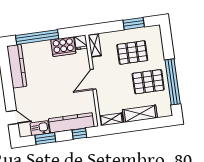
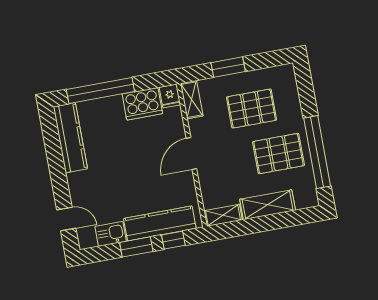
window: (134, 24) -> (228, 67), moved
window: (45, 138) -> (136, 247), moved

